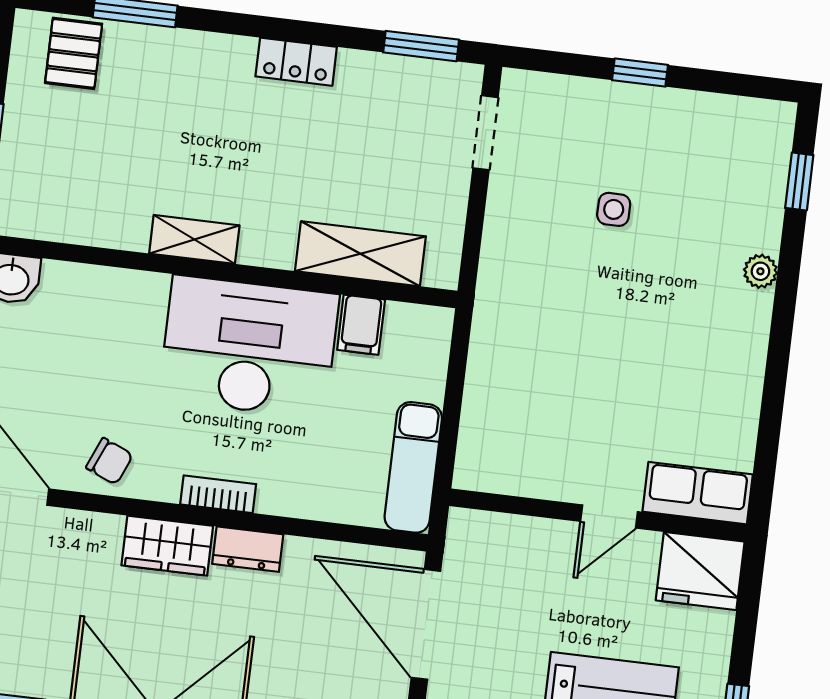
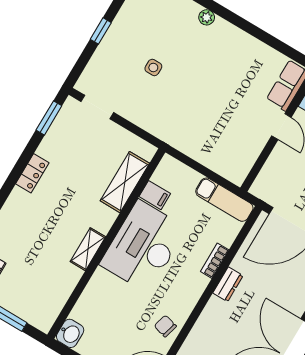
chair: (109, 461) -> (165, 326), turned -98
bookcase: (218, 494) -> (215, 261), moved
wardrobe: (167, 546) -> (211, 317), removed

